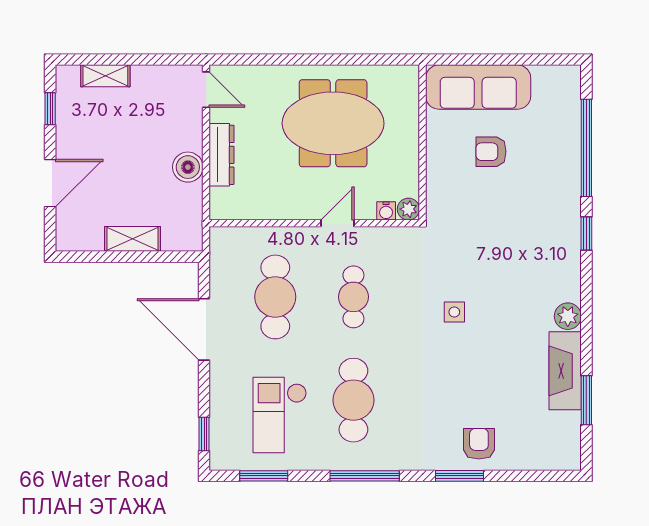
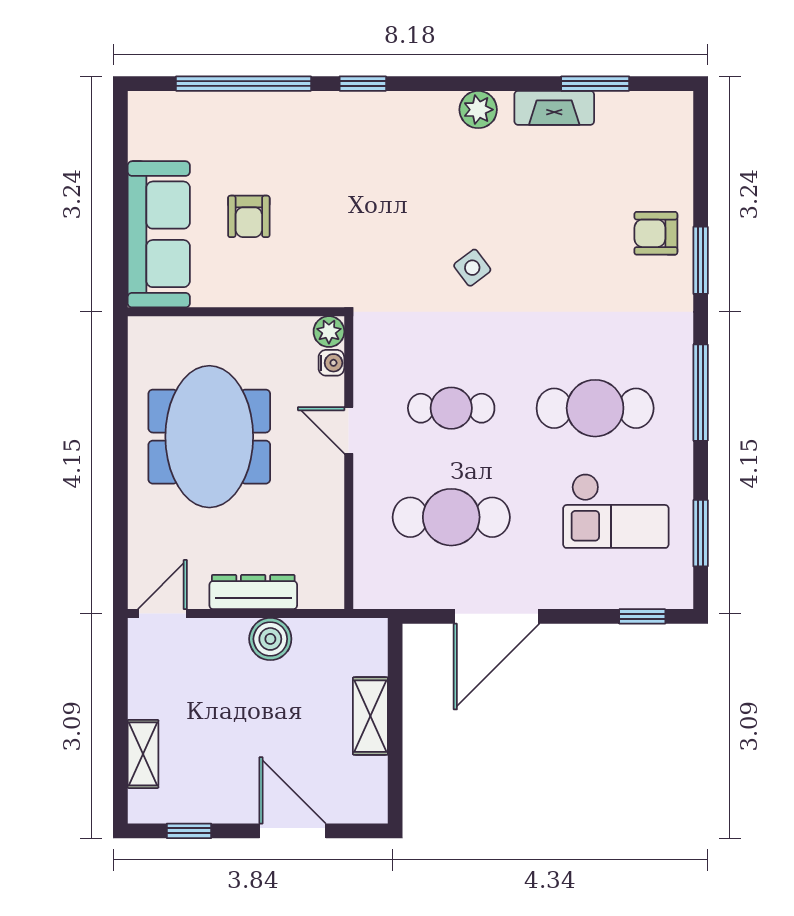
side table: (454, 312) -> (472, 268), turned -37
fireplace: (565, 371) -> (554, 108), width x0.73, depth x0.76

